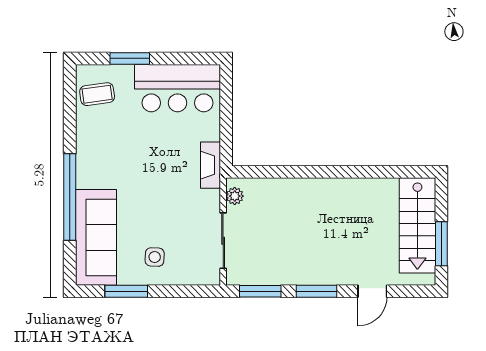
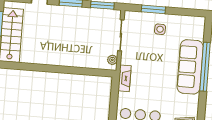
sofa: (96, 237) -> (190, 67), moved
window: (126, 291) -> (153, 9), moved

